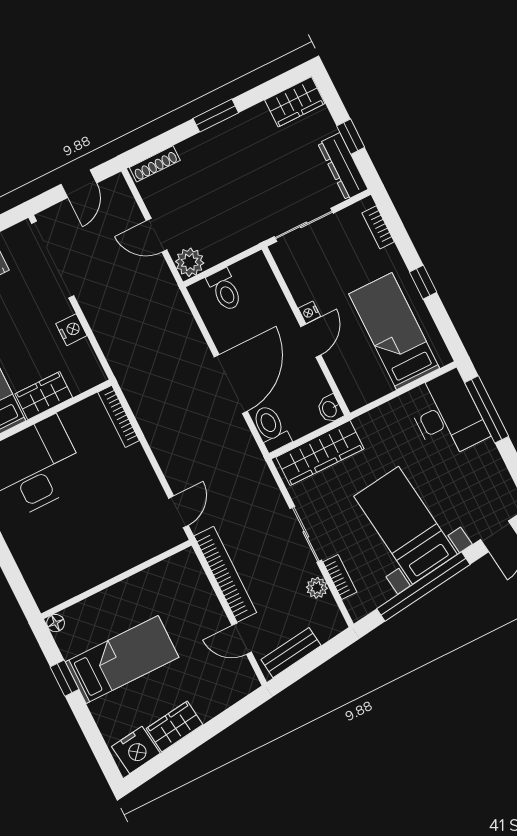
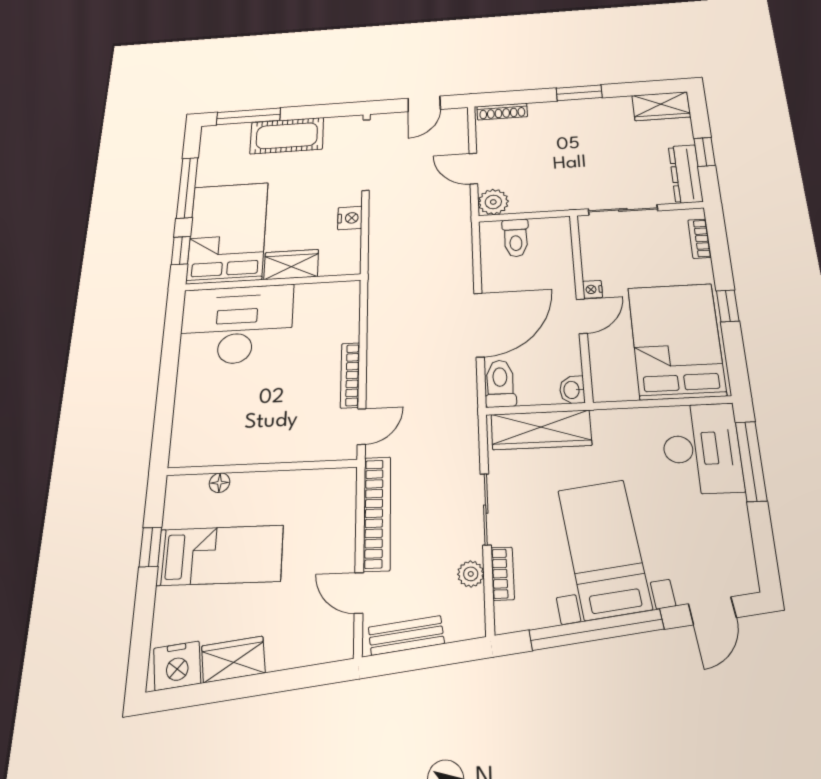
bed: (394, 331) -> (676, 341), width x1.50
bookcase: (119, 416) -> (350, 375), moved
floor lamp: (56, 623) -> (220, 483), moved

